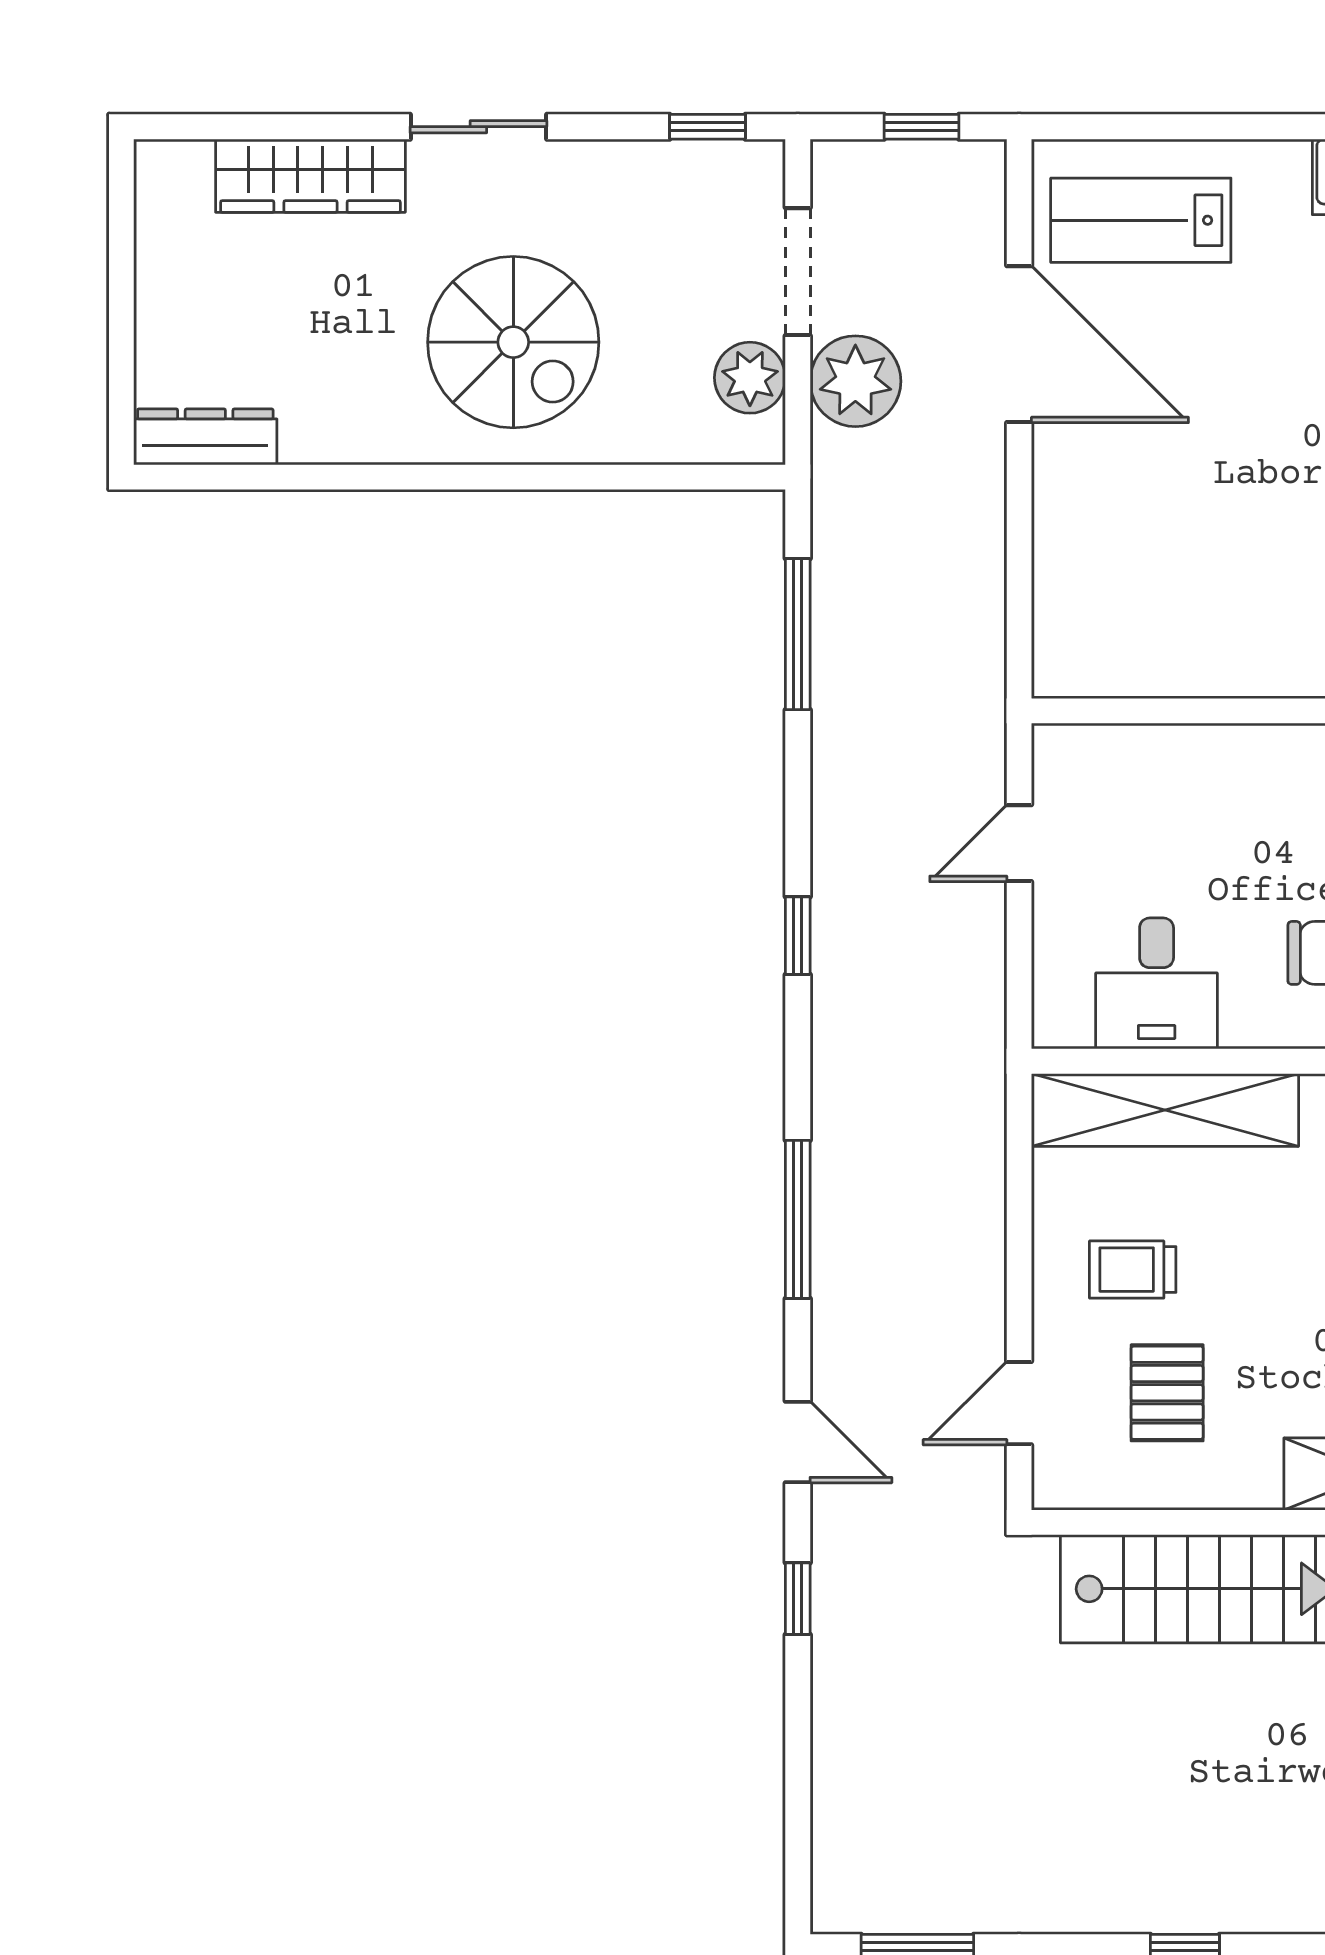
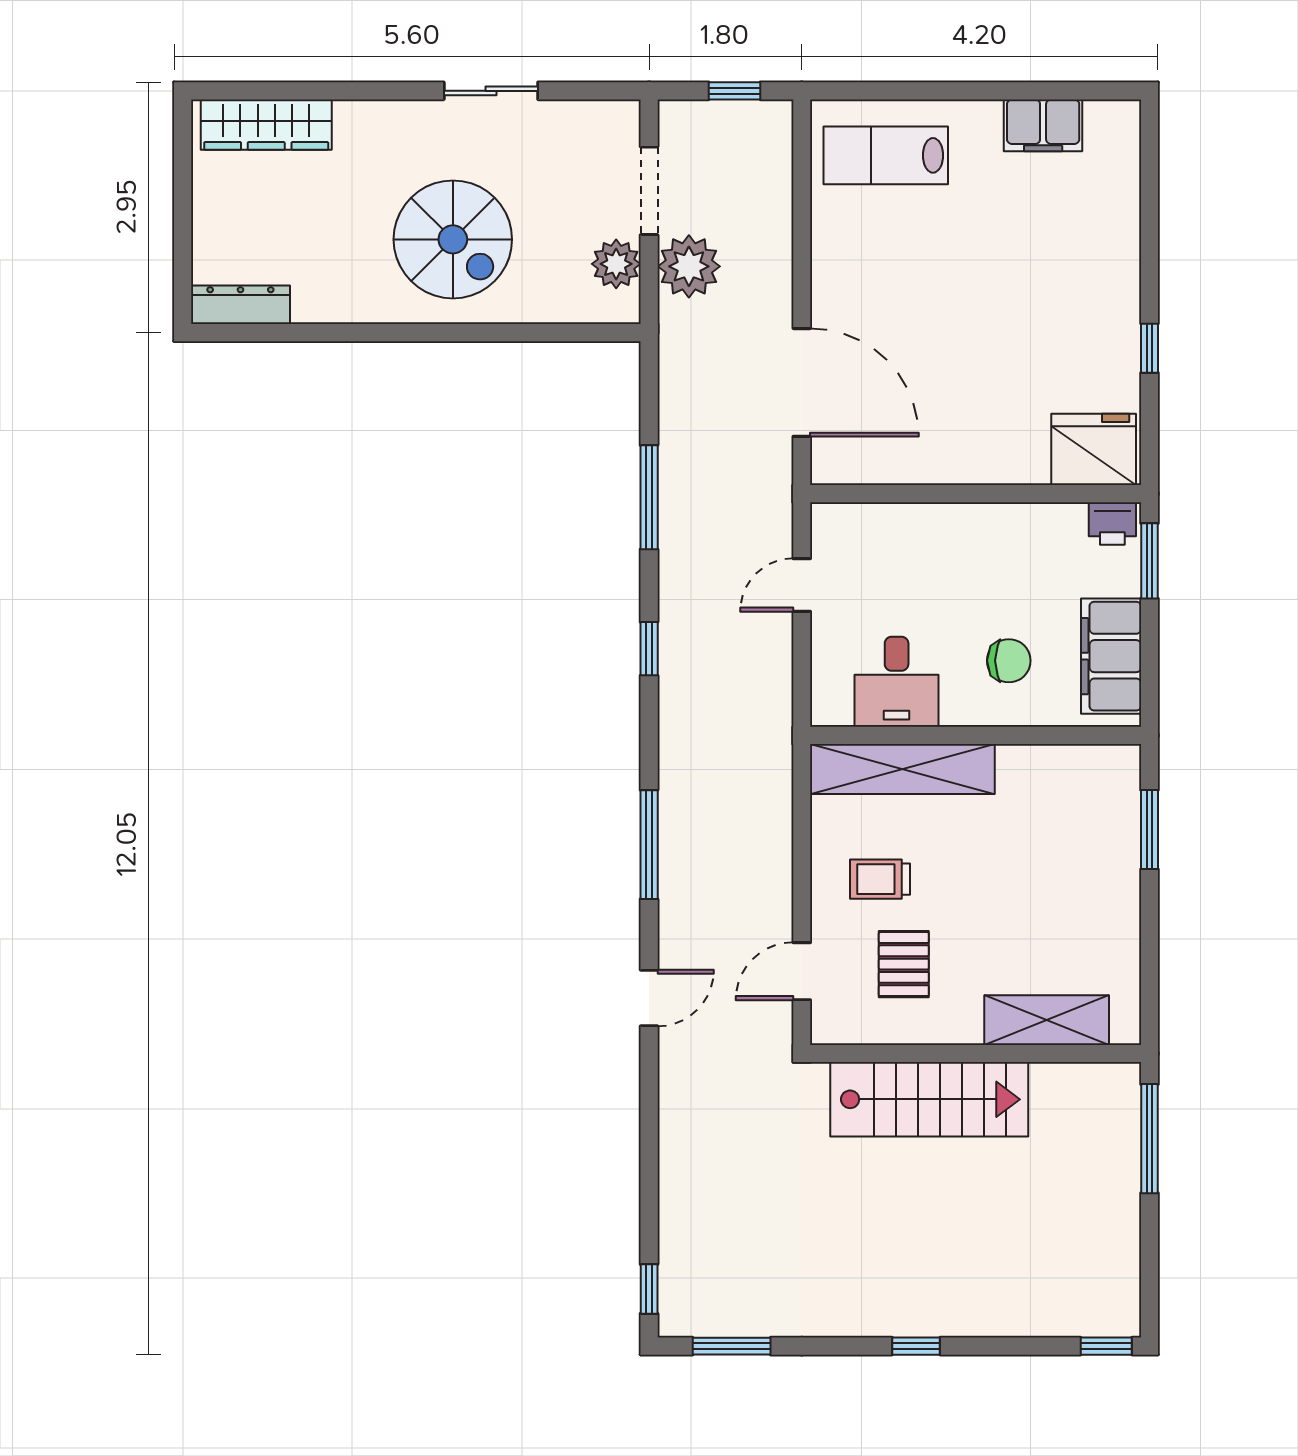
sliding door: (478, 127) -> (491, 91), moved
window: (707, 127) -> (587, 91), removed
wardrobe: (310, 176) -> (266, 125), moved
door: (1019, 344) -> (802, 382), moved
window: (798, 634) -> (649, 497), moved
door: (798, 1442) -> (649, 998), hinge flipped
window: (798, 1599) -> (649, 1289), moved

